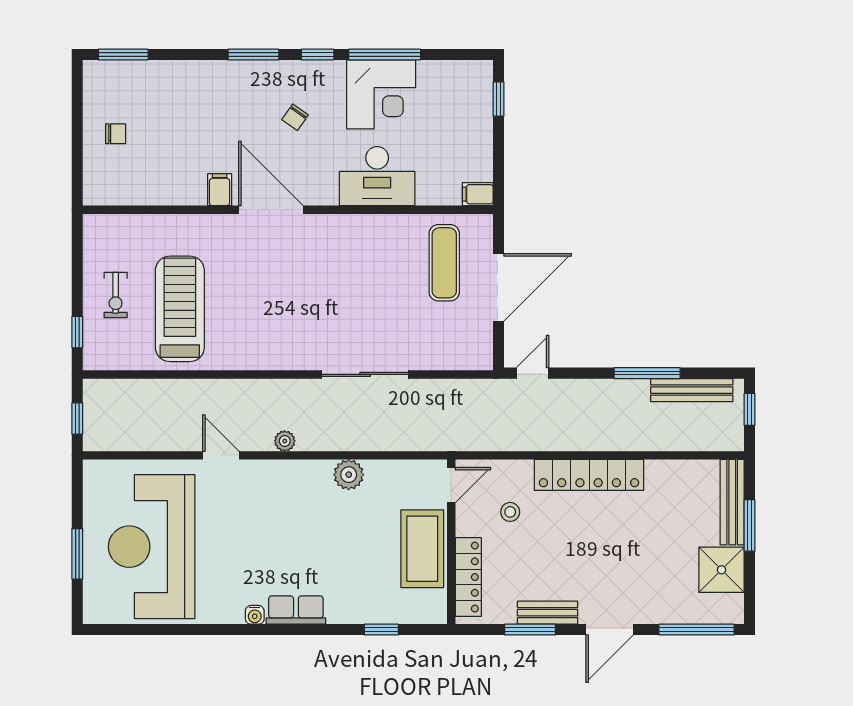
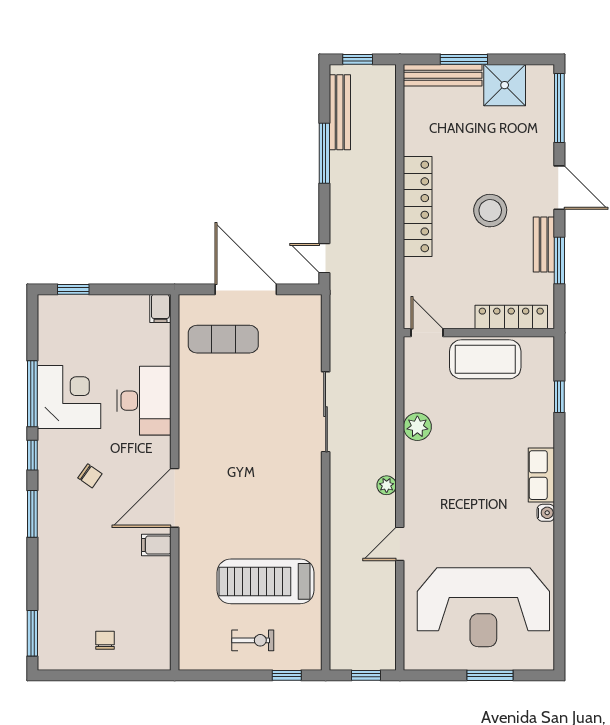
stool: (510, 512) -> (490, 211), moved, width x1.89, depth x1.89

